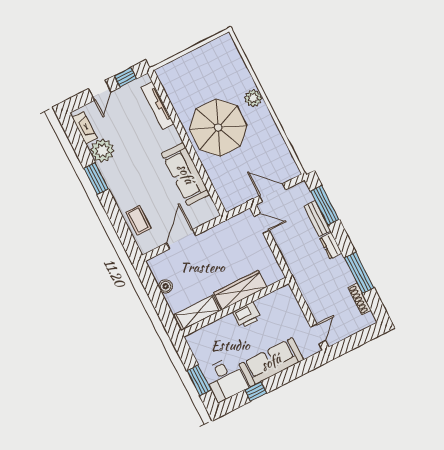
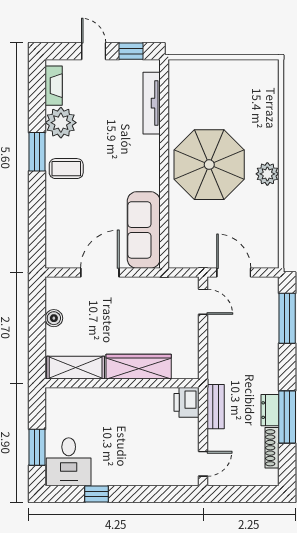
door: (100, 90) -> (94, 51), swing flipped
plant: (253, 98) -> (267, 174), moved
sofa: (186, 174) -> (144, 230), moved
bench: (317, 218) -> (216, 407), moved
coffee table: (138, 220) -> (66, 169), moved, turned 90
dresser: (331, 246) -> (270, 410), moved
printer: (247, 315) -> (187, 402), moved, turned 90
sofa: (271, 362) -> (132, 469), removed

